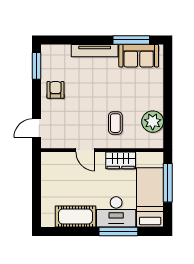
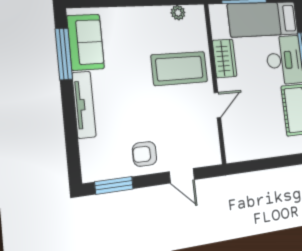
plant: (153, 122) -> (178, 13), width x0.53, depth x0.53
coffee table: (115, 123) -> (179, 68), width x1.86, depth x1.72
door: (36, 128) -> (182, 176), moved

